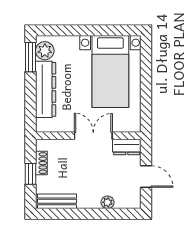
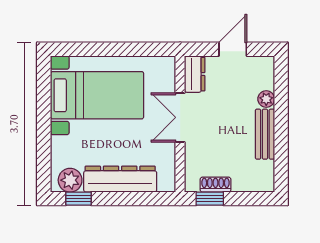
window: (30, 57) -> (78, 199), width x0.67
window: (30, 174) -> (210, 199), moved
bench: (57, 201) -> (265, 134), moved

